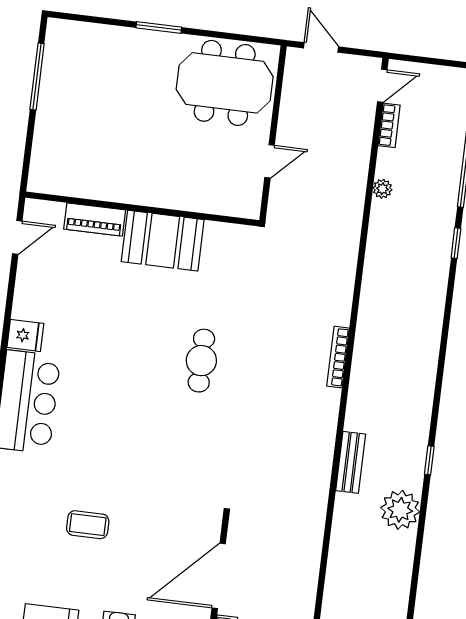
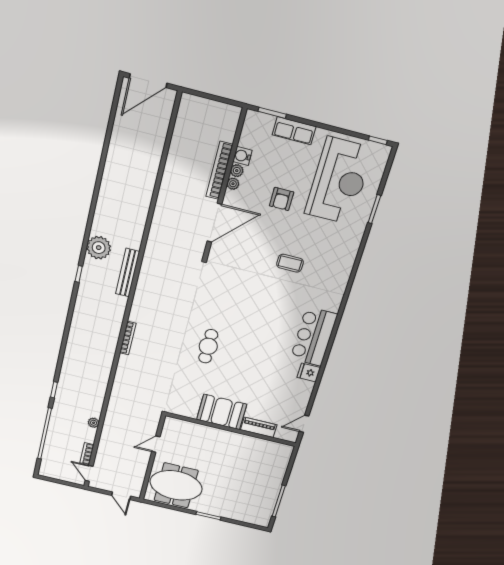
door: (382, 86) -> (89, 473), hinge flipped
bench: (351, 462) -> (128, 273), width x1.36

